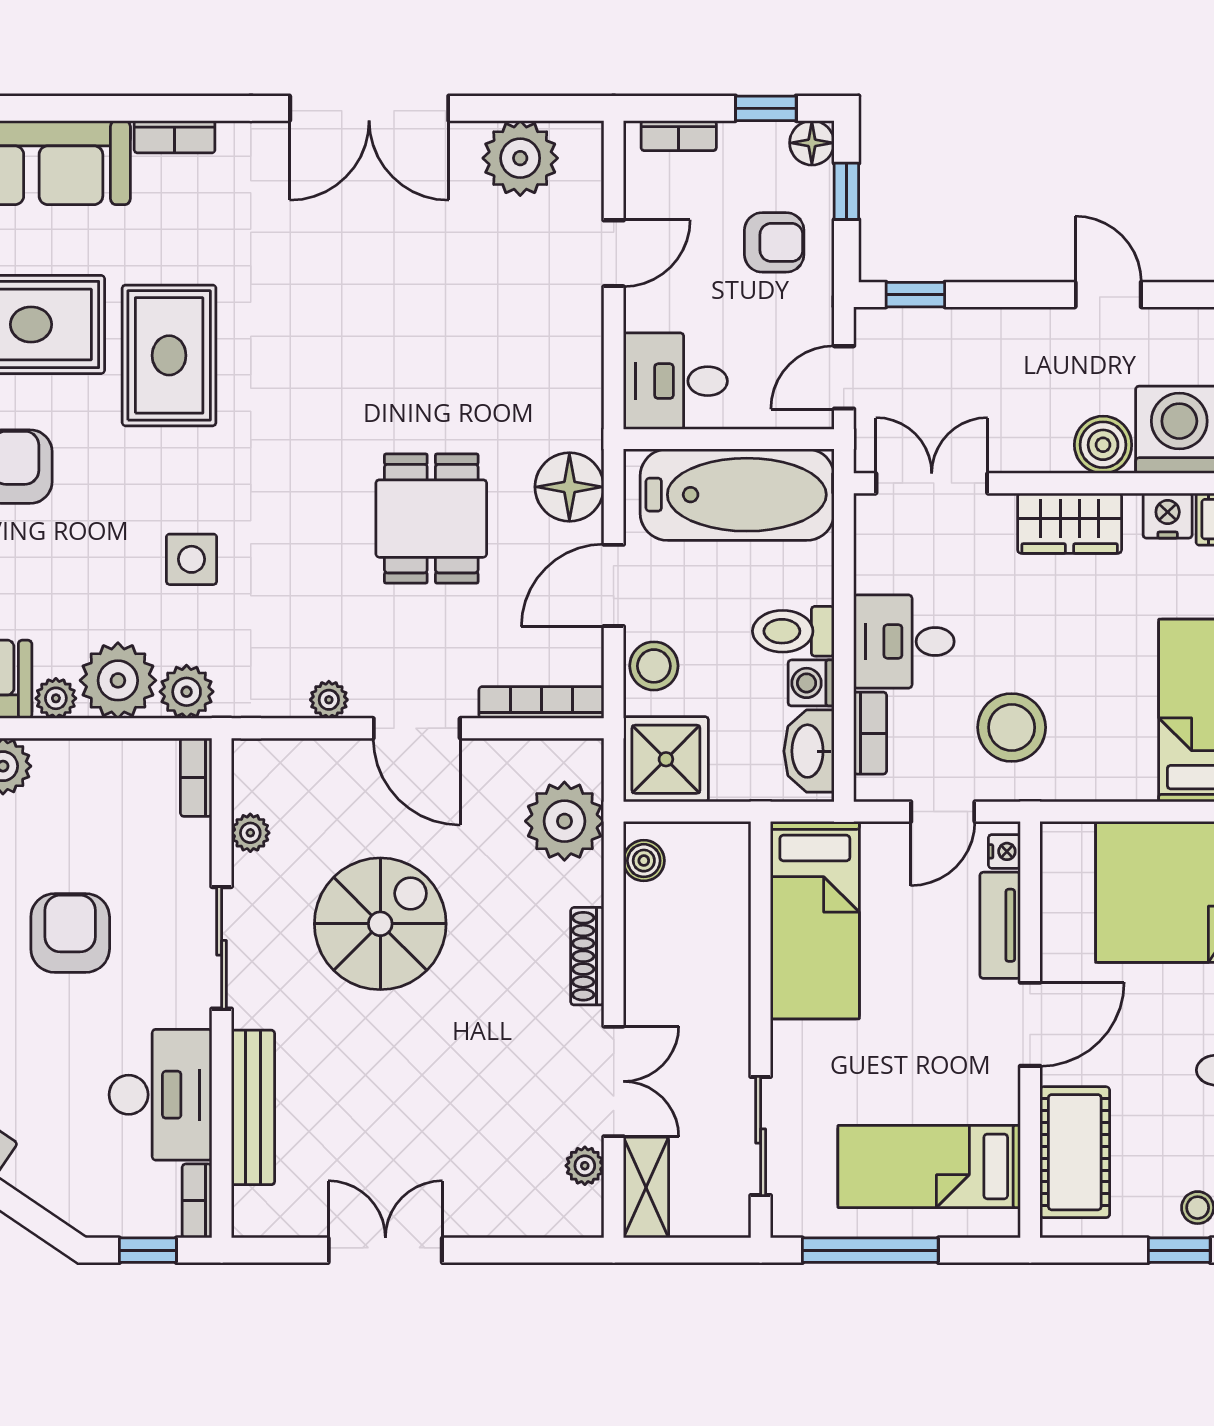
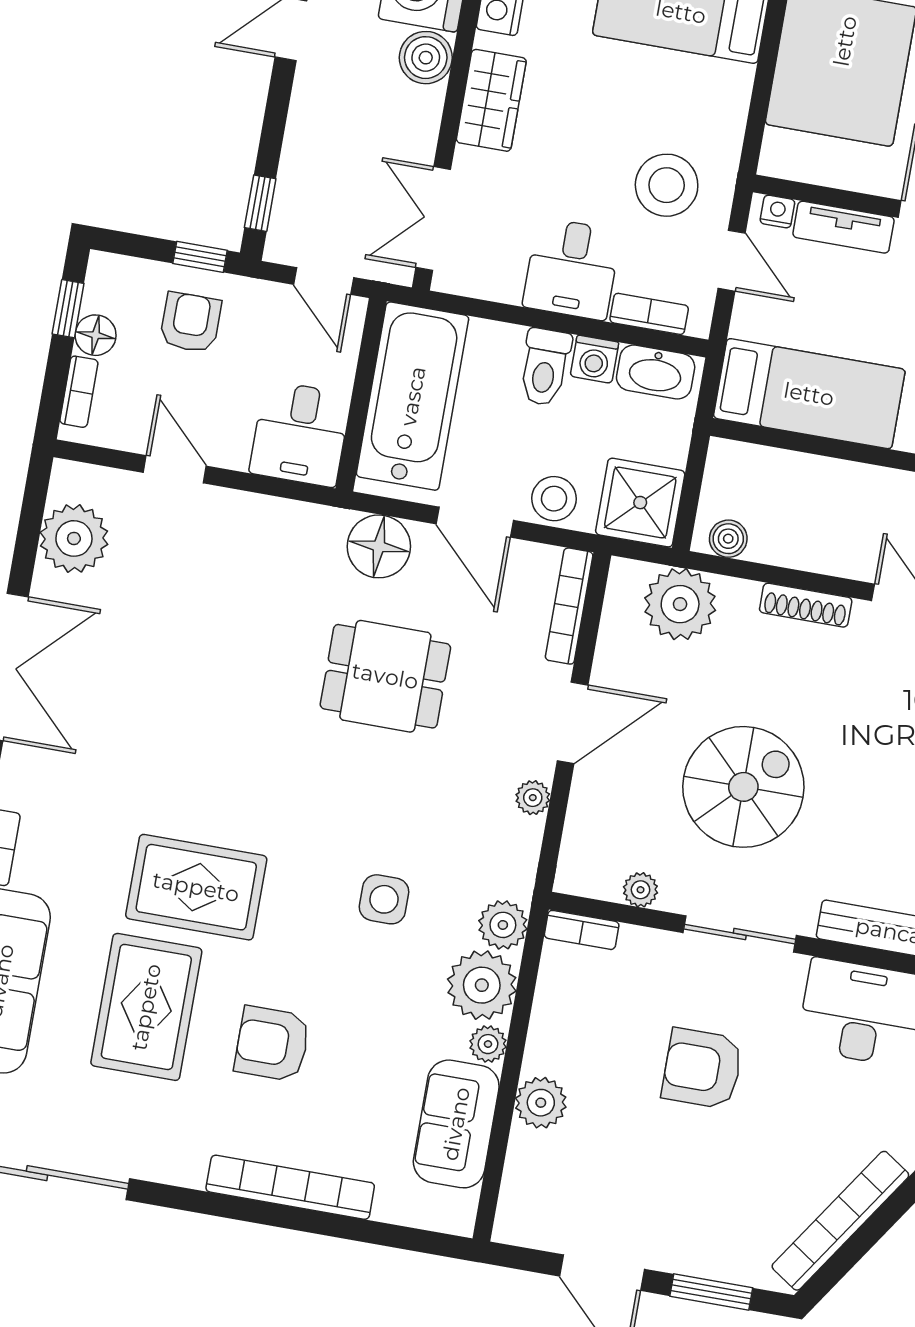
floor lamp: (812, 143) -> (96, 335), moved
window: (846, 191) -> (200, 257), moved
spiral stairs: (380, 924) -> (743, 787), turned 90

